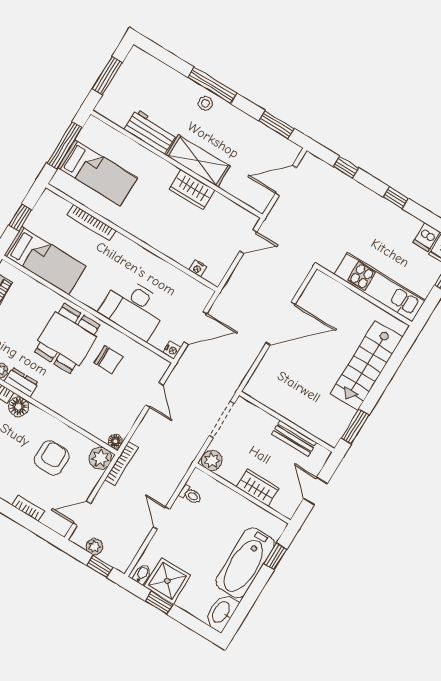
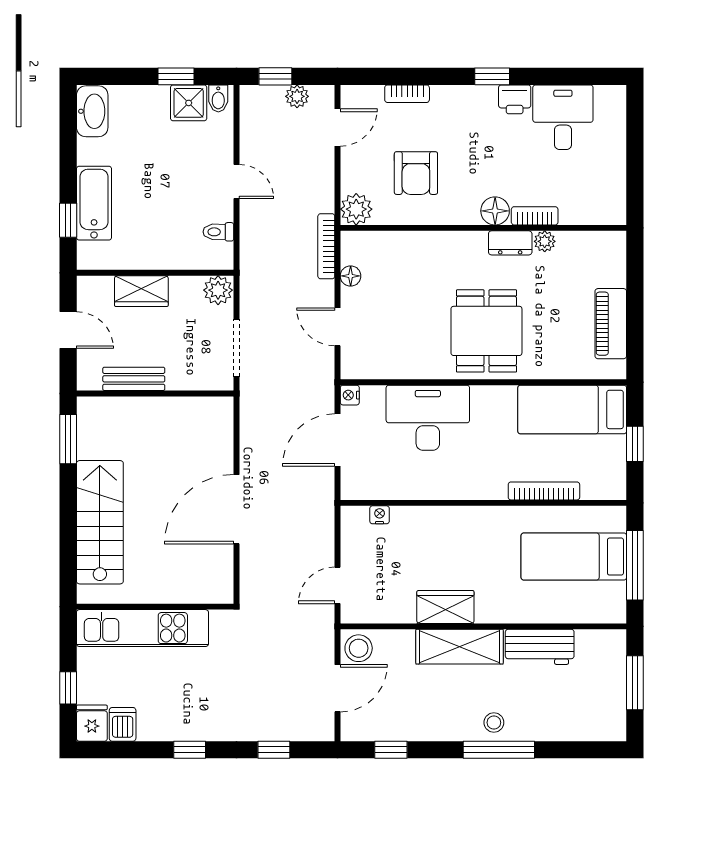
window: (276, 125) -> (391, 750), width x0.67
stool: (259, 197) -> (359, 648), added
chair: (108, 360) -> (420, 336), removed
floor lamp: (115, 441) -> (351, 276), moved
bookcase: (122, 463) -> (326, 246), moved
bathtub: (245, 563) -> (94, 203), width x0.73, depth x0.73
shower: (167, 581) -> (189, 103), width x0.73, depth x0.73

